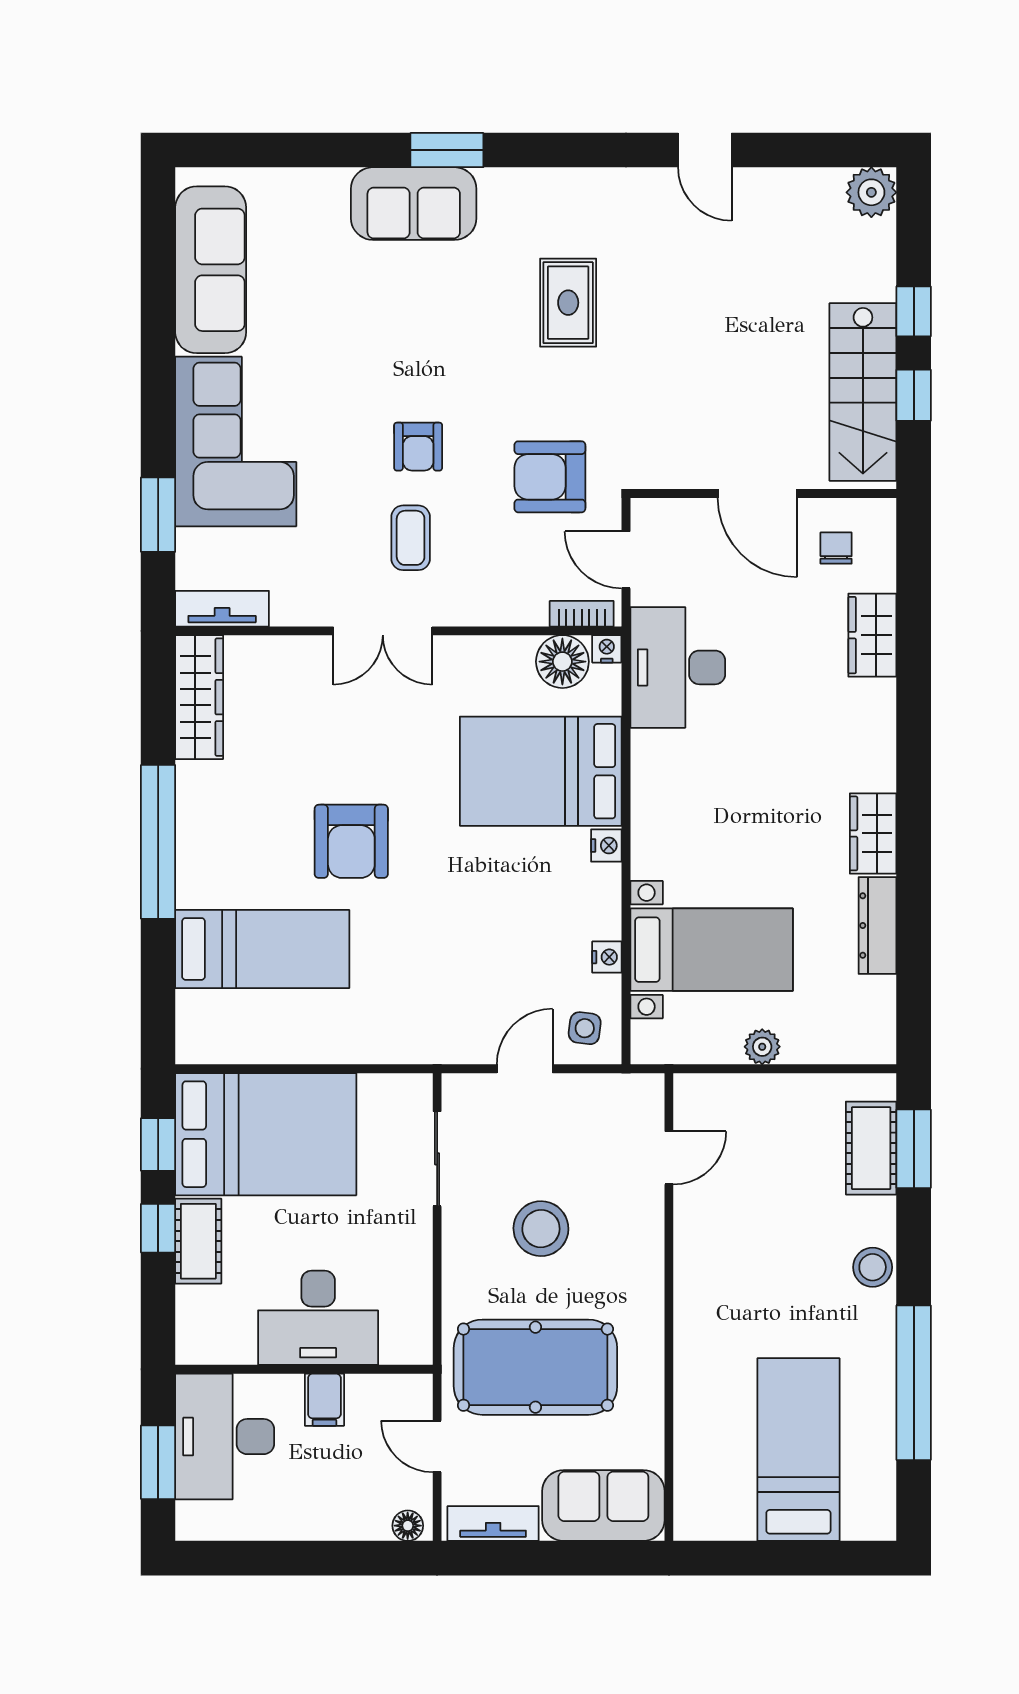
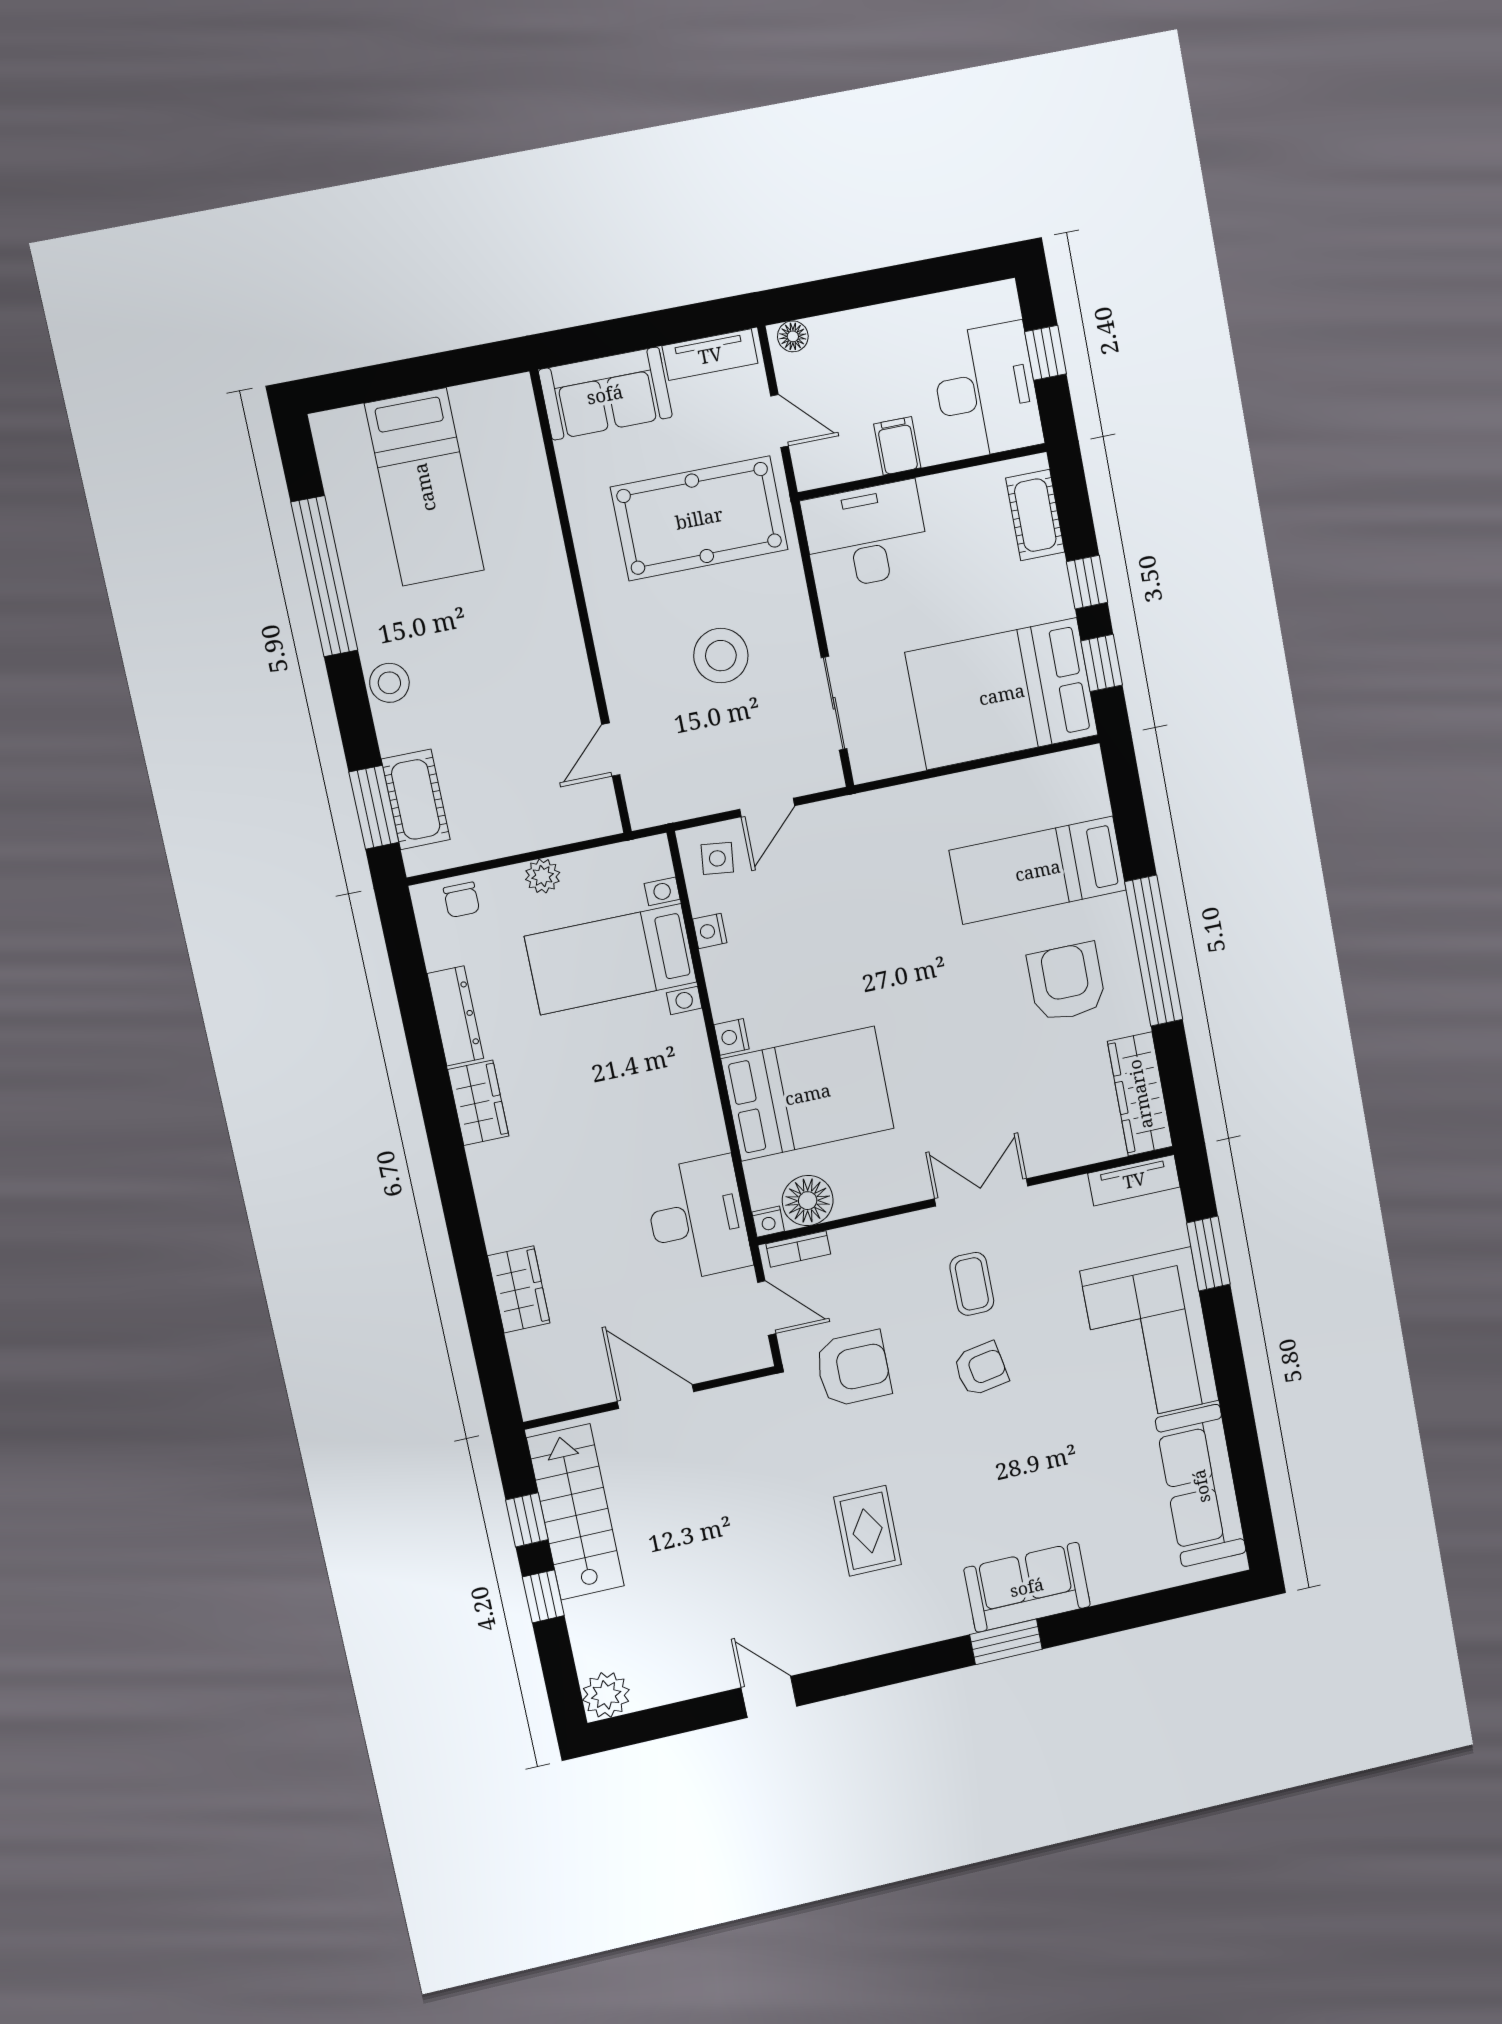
armchair: (418, 447) -> (981, 1369), turned 80
chair: (836, 548) -> (461, 900), moved
armchair: (351, 841) -> (1066, 982), moved
cot: (198, 1241) -> (1035, 515), moved
desk: (318, 1318) -> (866, 536), moved
window: (158, 1462) -> (1046, 353), width x0.67

